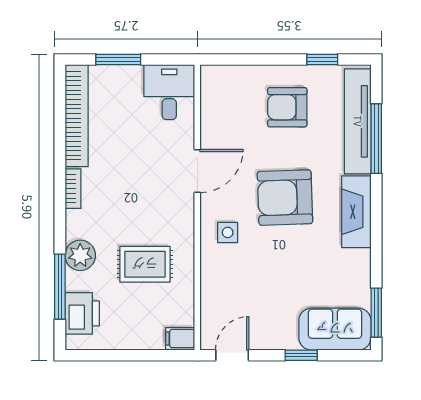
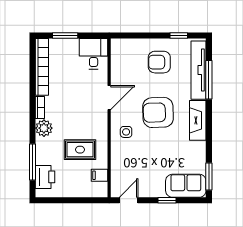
plant: (80, 255) -> (44, 128), moved
filing cabinet: (180, 339) -> (100, 175), moved

